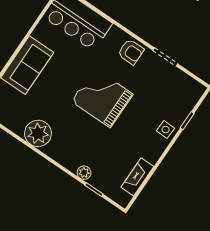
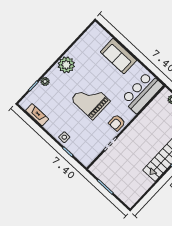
grand piano: (102, 98) -> (91, 100), turned -90
plant: (38, 133) -> (66, 65), moved

